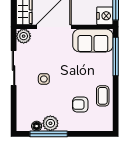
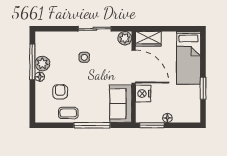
nightstand: (105, 16) -> (143, 94), moved, turned 90
window: (116, 57) -> (92, 125), moved
floor lamp: (37, 126) -> (40, 77), moved

